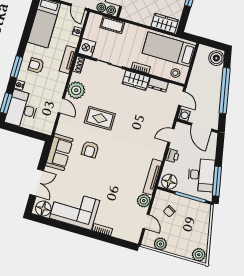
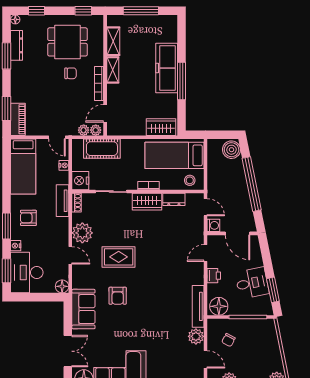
cot: (112, 25) -> (102, 149), width x1.37, depth x1.34
floor lamp: (47, 129) -> (62, 286), added
desk: (201, 175) -> (252, 283), width x0.73
window: (217, 181) -> (273, 290), width x0.69

